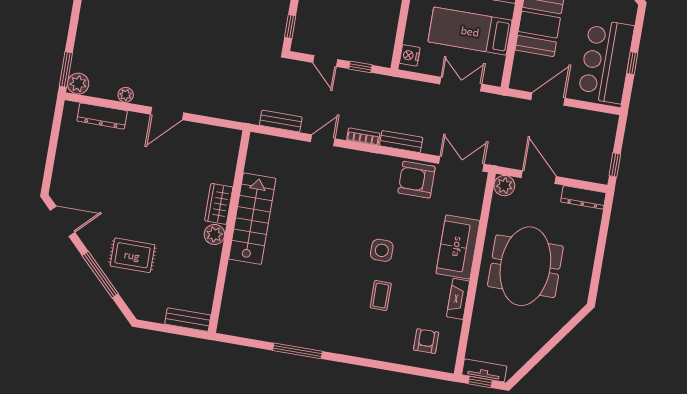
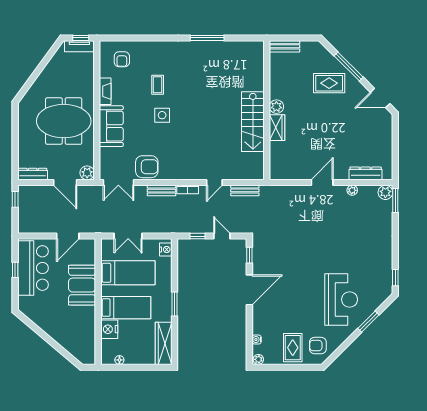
meeting table: (525, 266) -> (64, 121), turned 90

